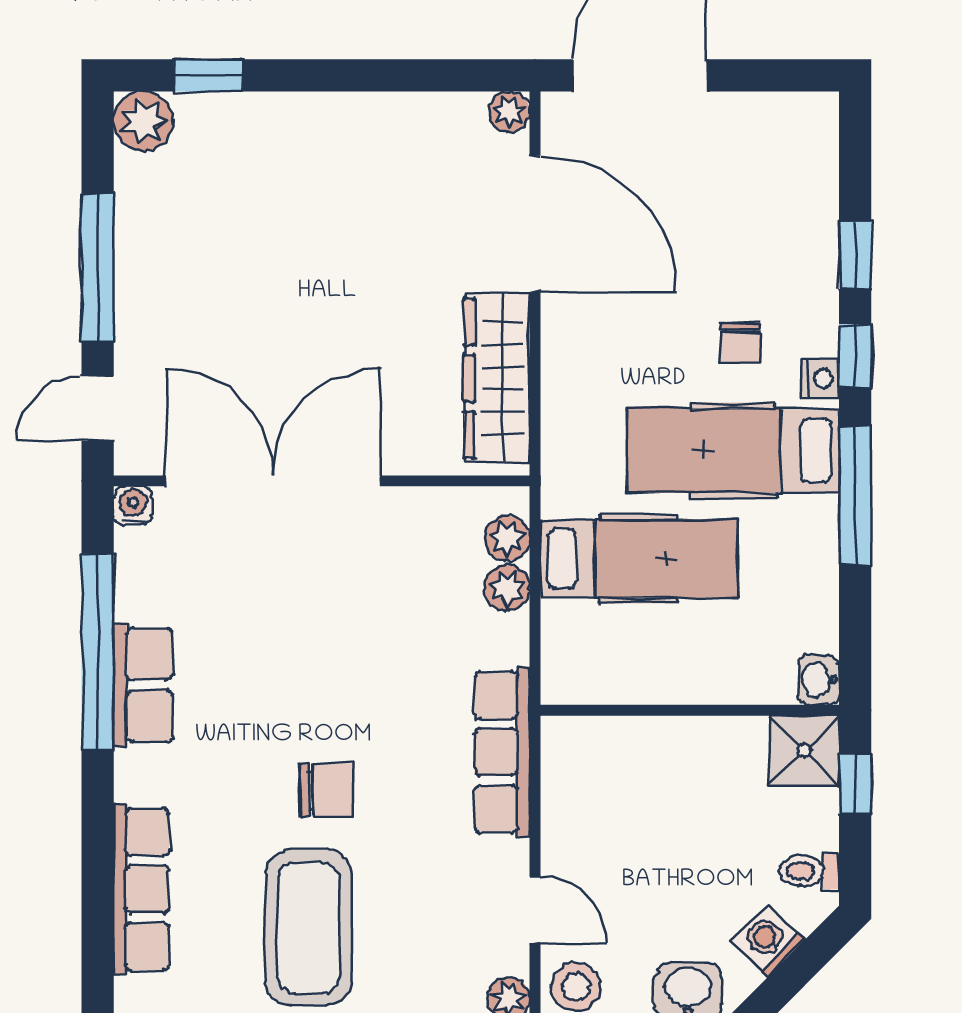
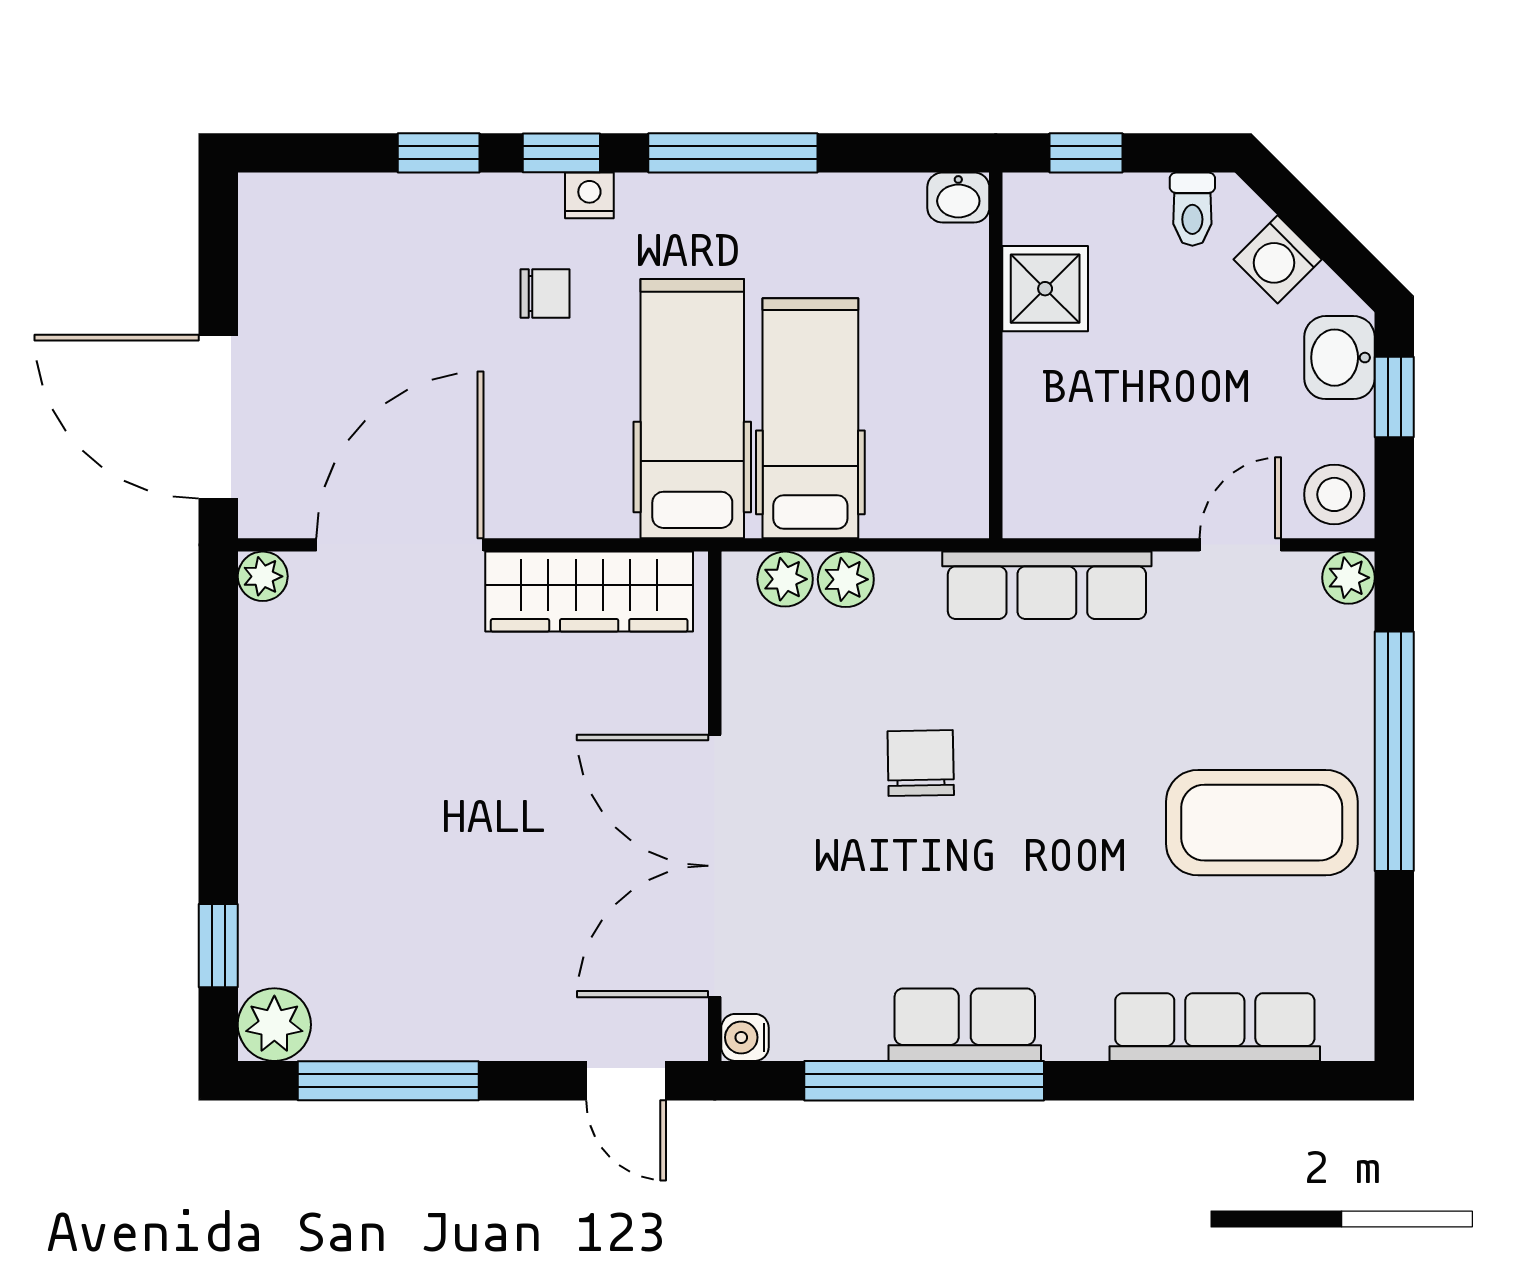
window: (98, 268) -> (388, 1081), moved
hospital bed: (733, 450) -> (692, 409), moved, turned 180
shower: (804, 751) -> (1045, 289), moved
chair: (327, 790) -> (921, 763), moved

